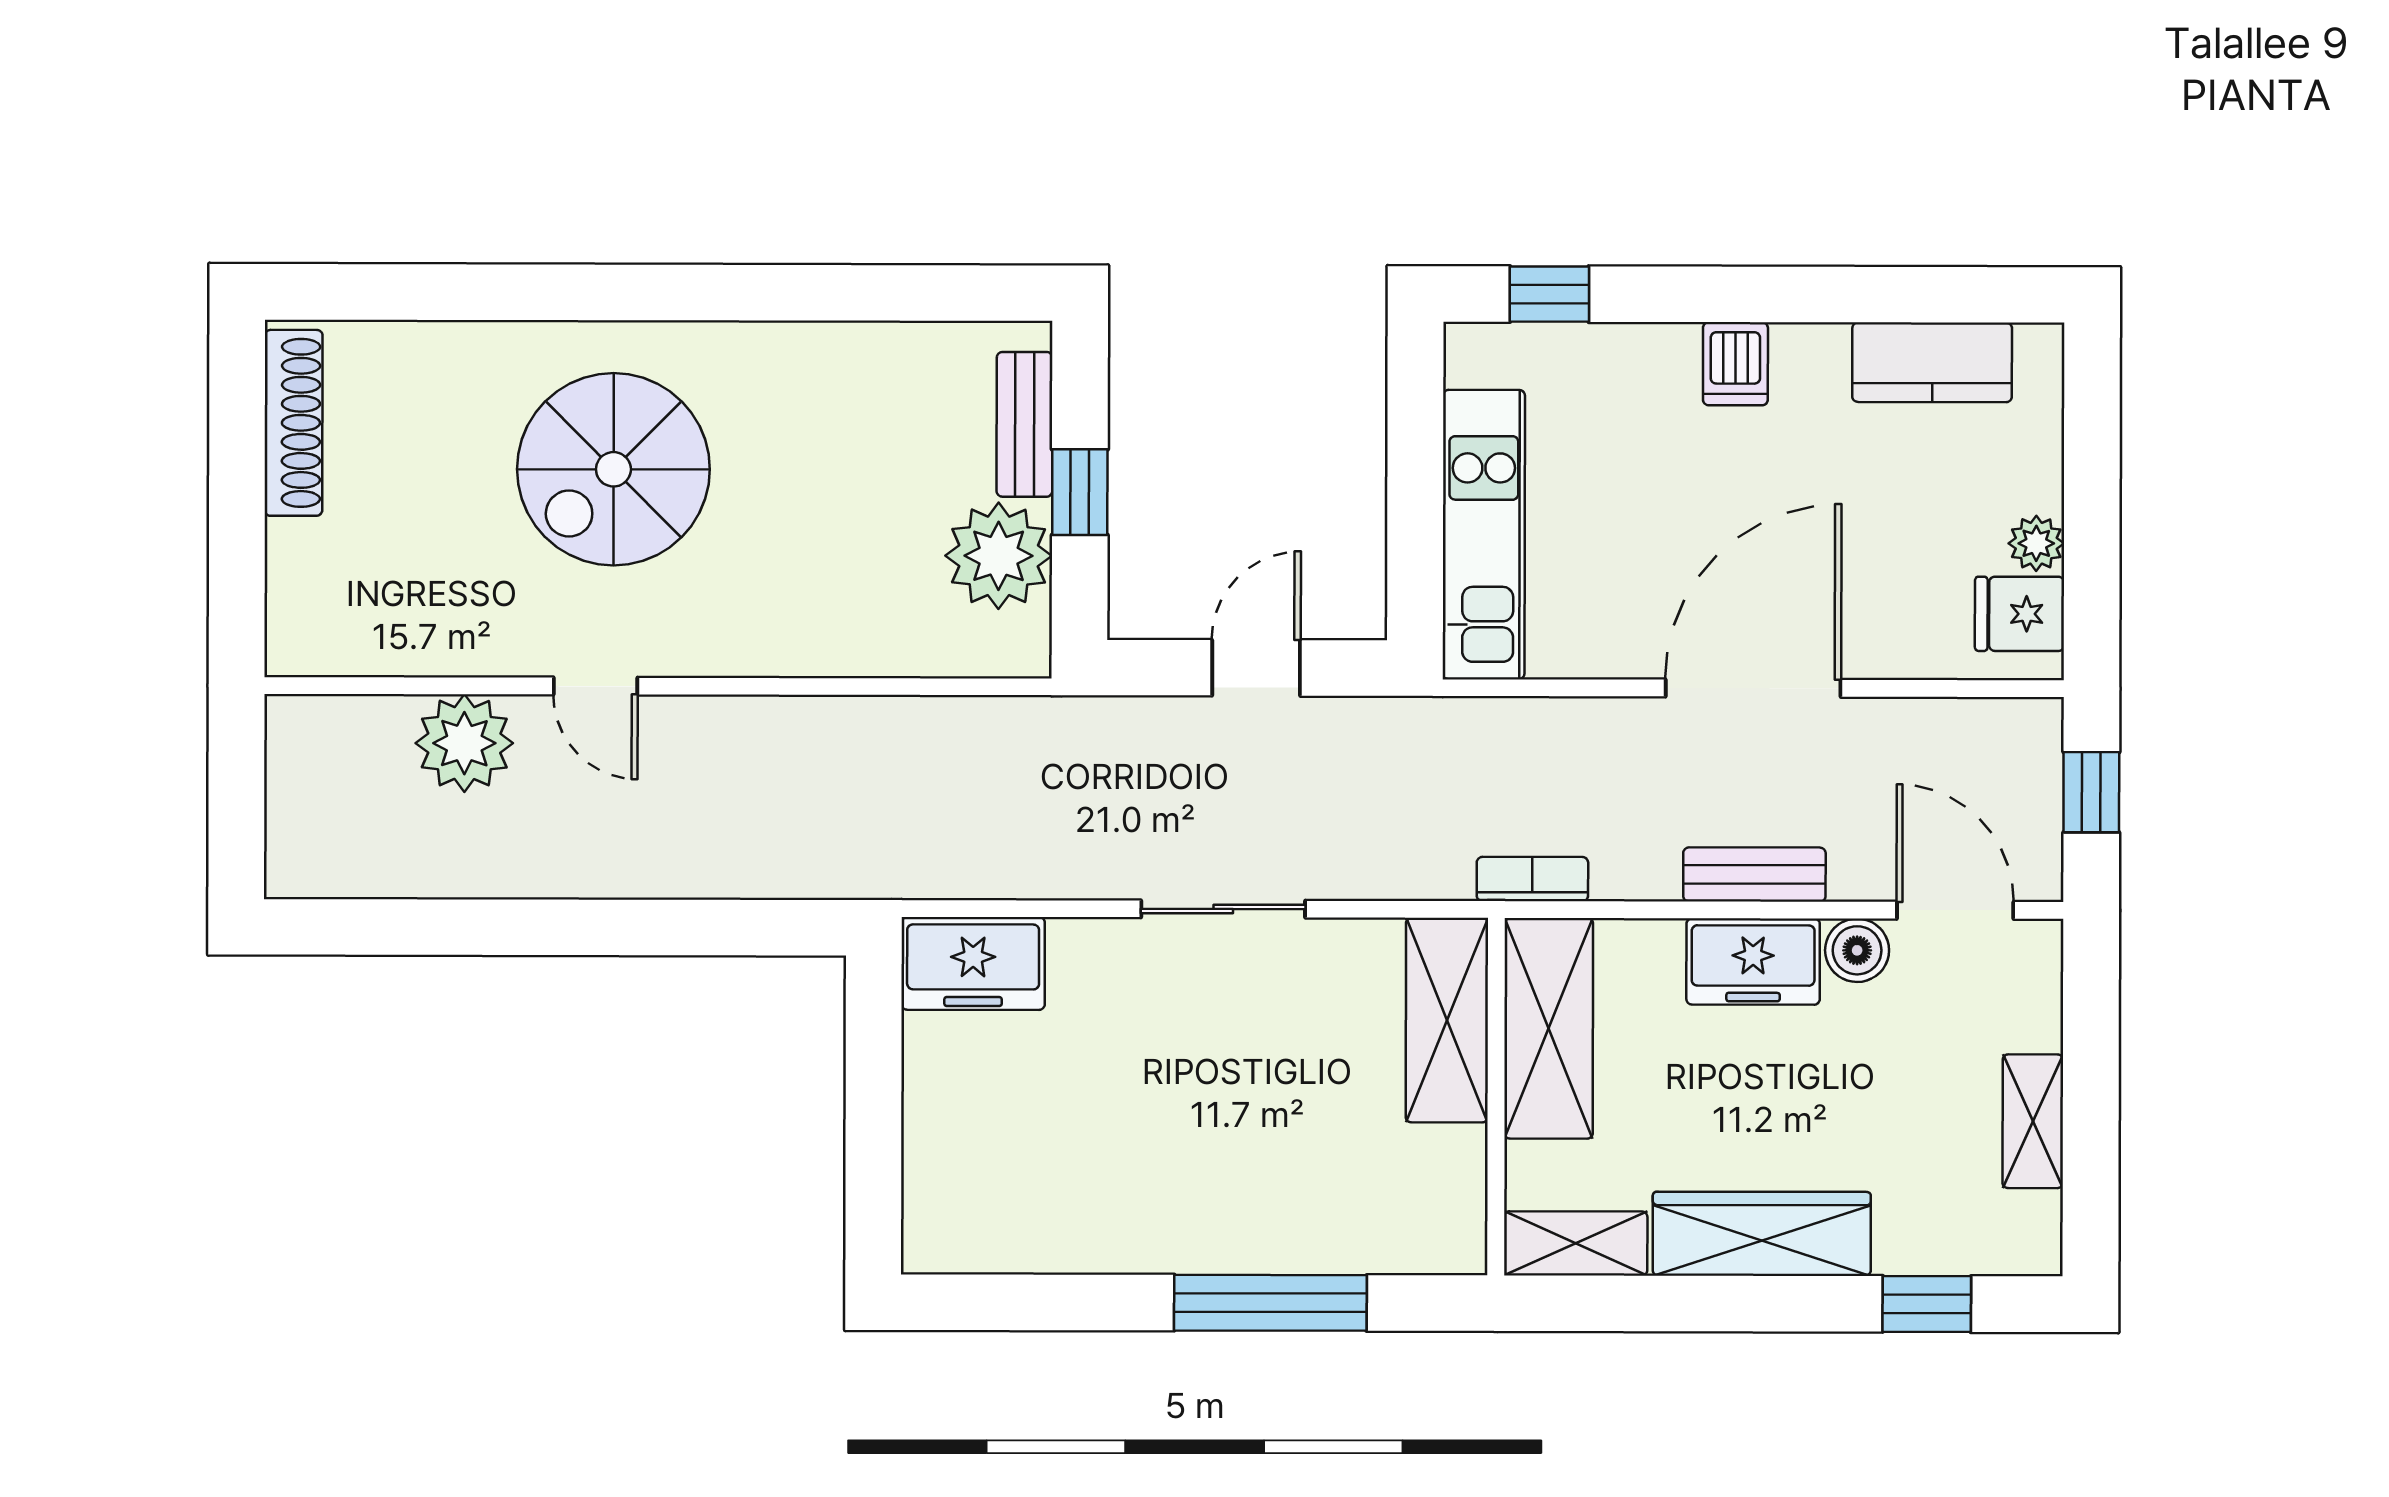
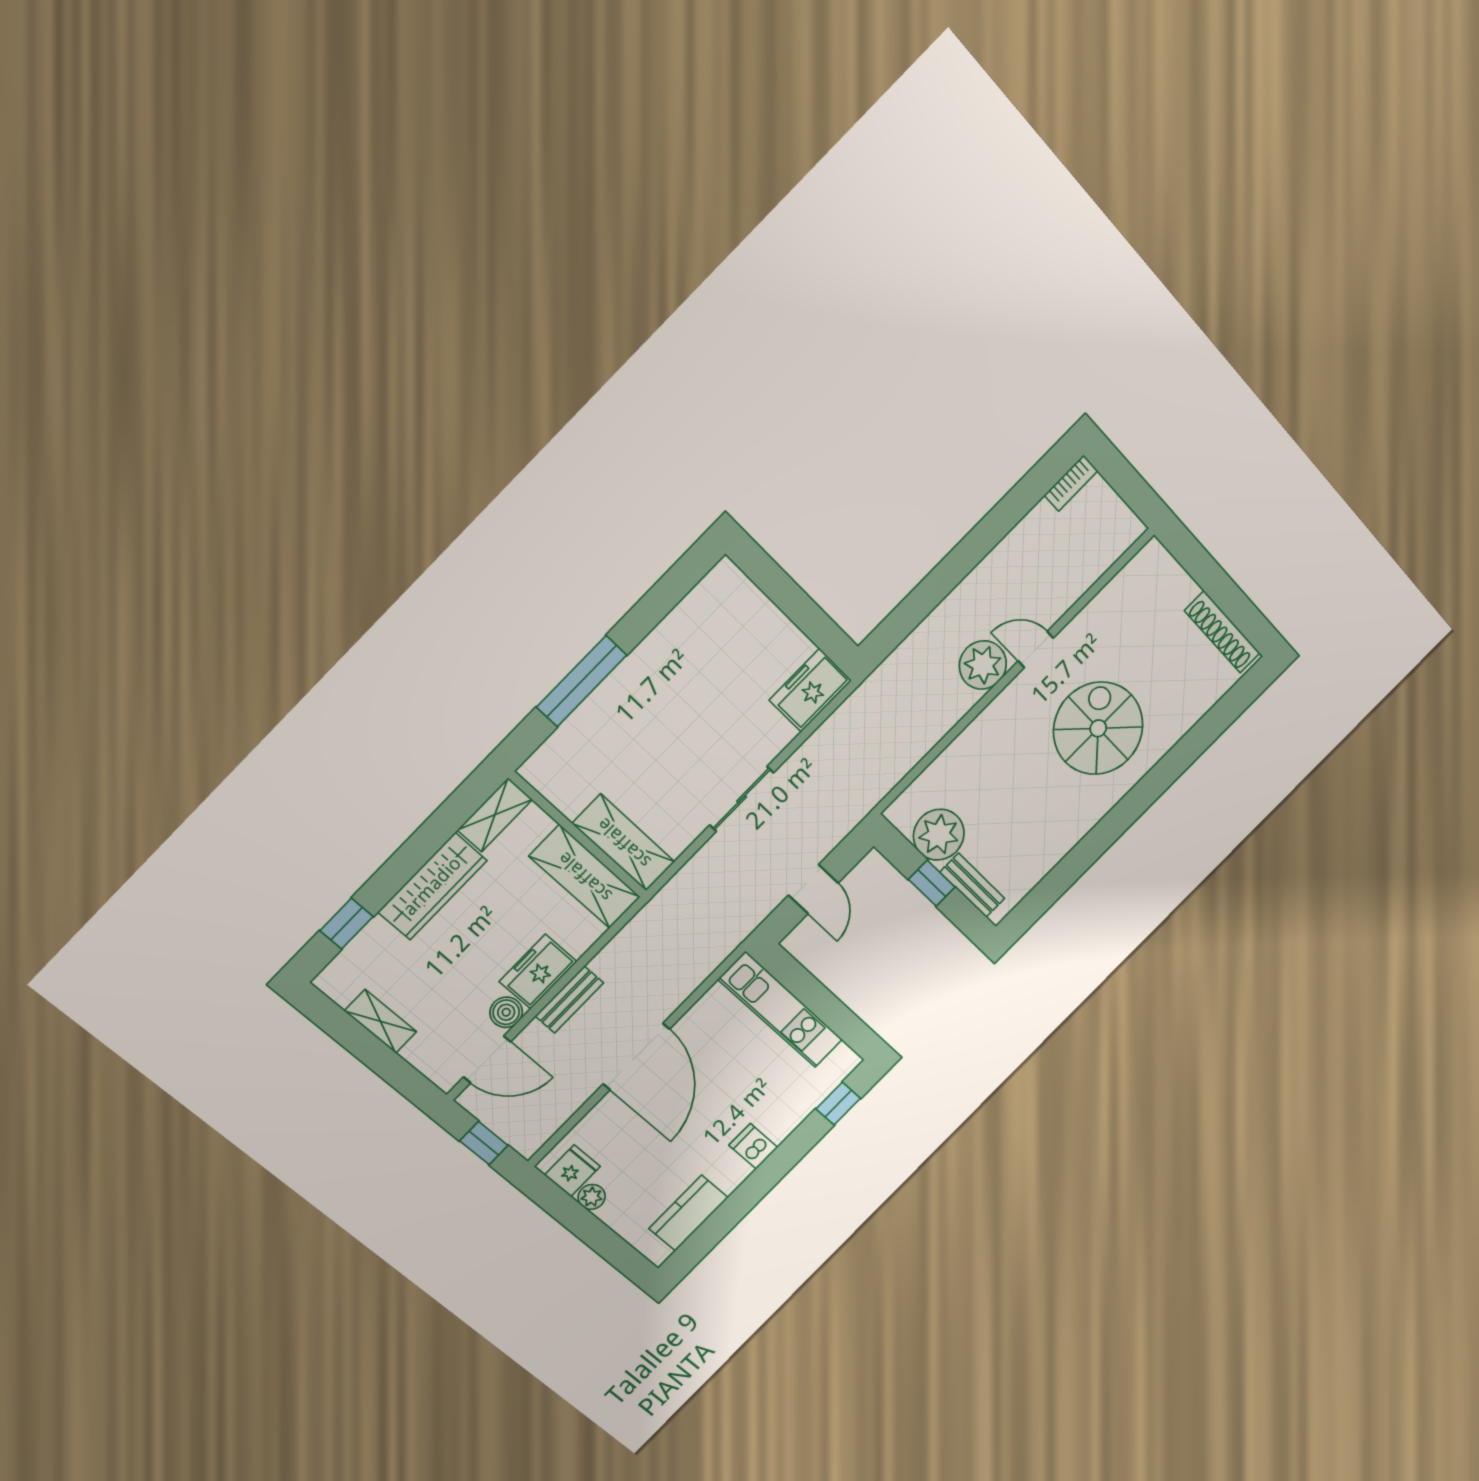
plant: (464, 743) -> (983, 665), moved
bookcase: (1532, 879) -> (1071, 483), moved

